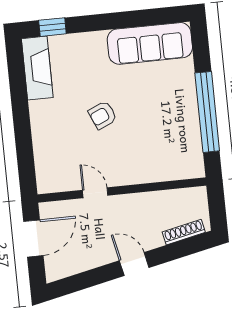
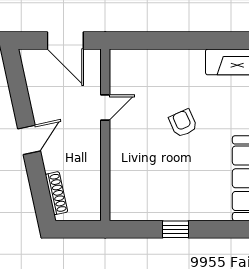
window: (207, 112) -> (175, 229), width x0.32

